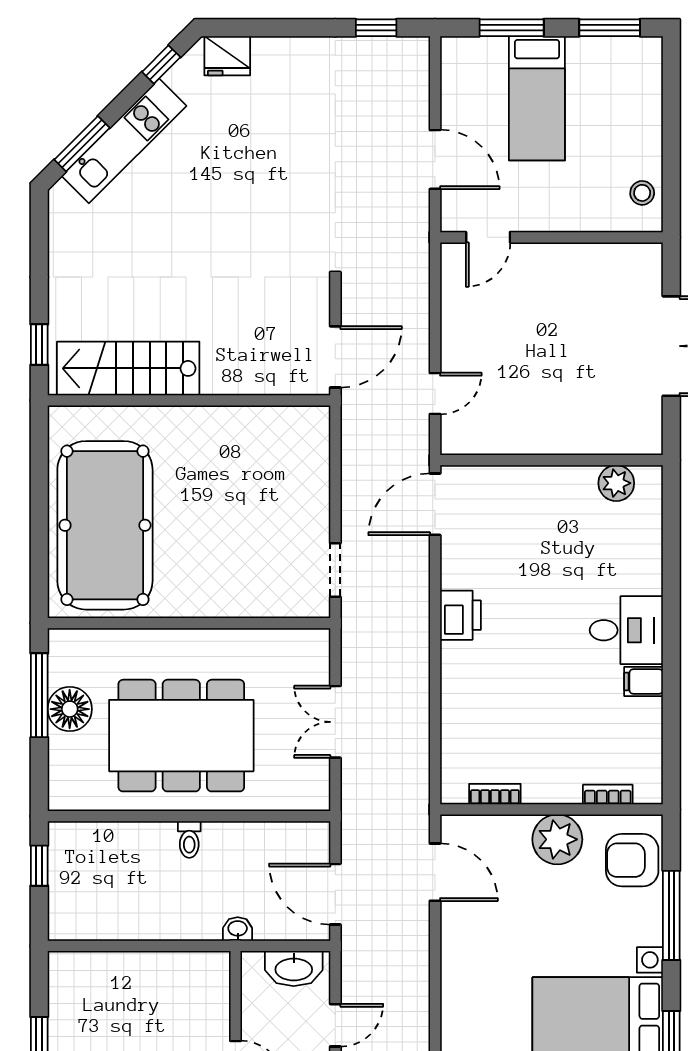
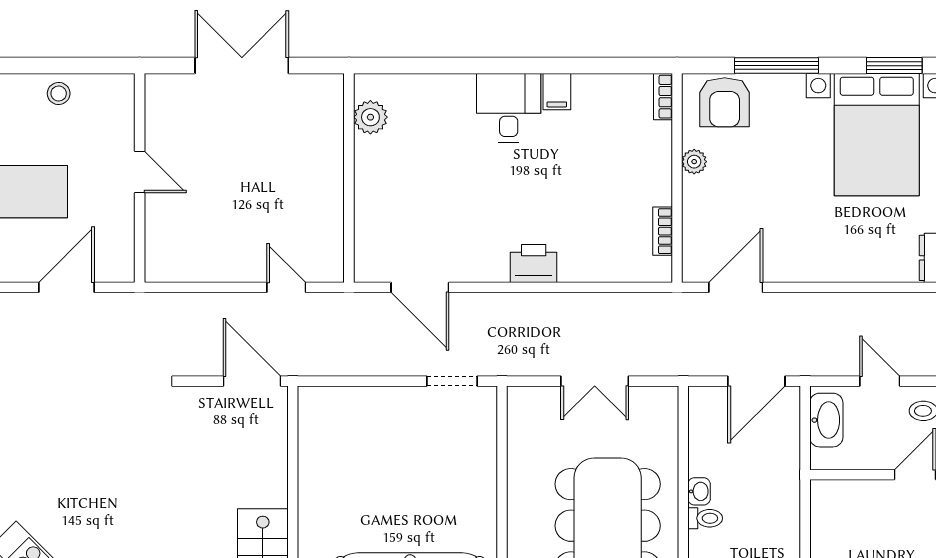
stool: (642, 193) -> (59, 93), moved
door: (488, 237) -> (140, 172), moved
door: (435, 504) -> (420, 287), moved
printer: (460, 615) -> (534, 264), moved
bookcase: (608, 795) -> (663, 97), moved
plant: (557, 839) -> (694, 162), width x0.53, depth x0.53
washbasin: (238, 929) -> (699, 491), moved, turned 180

